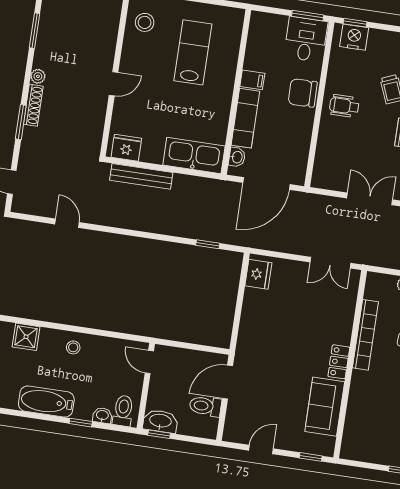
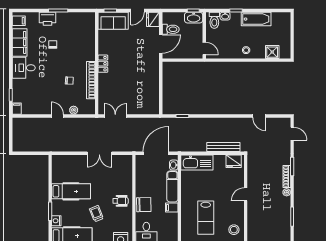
fridge: (258, 274) -> (153, 19), moved
sofa: (325, 407) -> (113, 21), moved, turned 90

